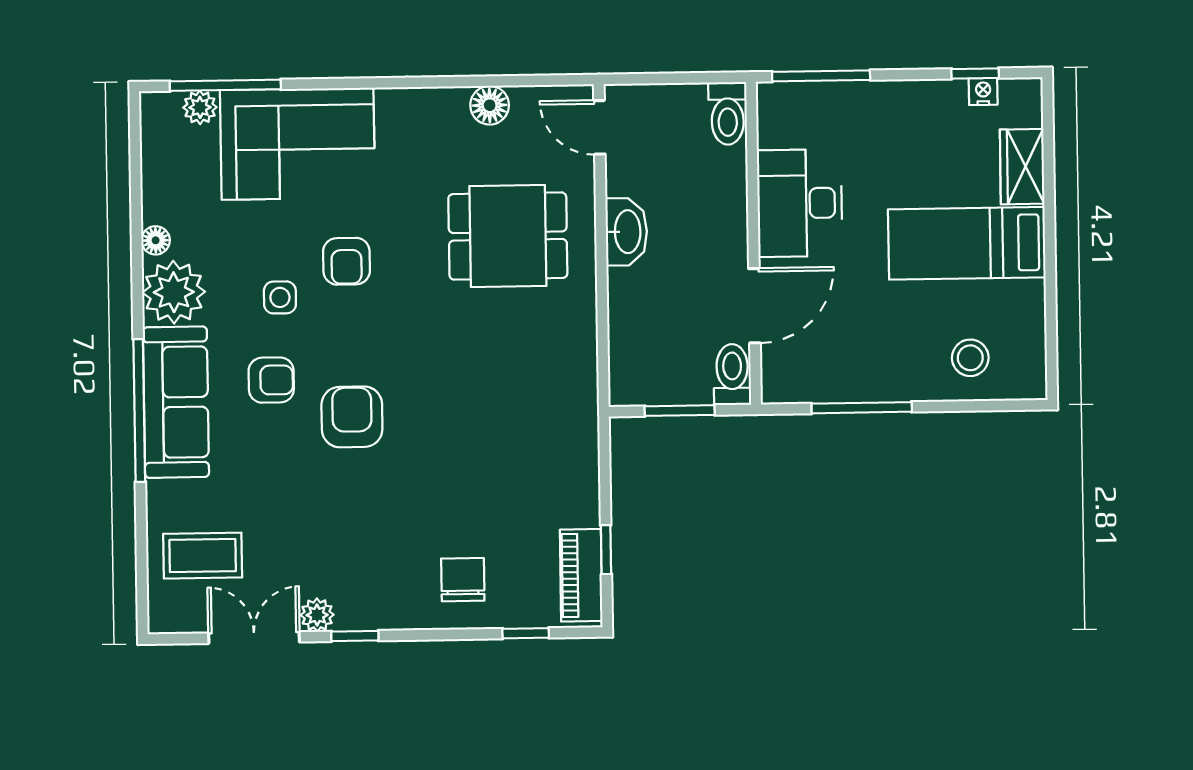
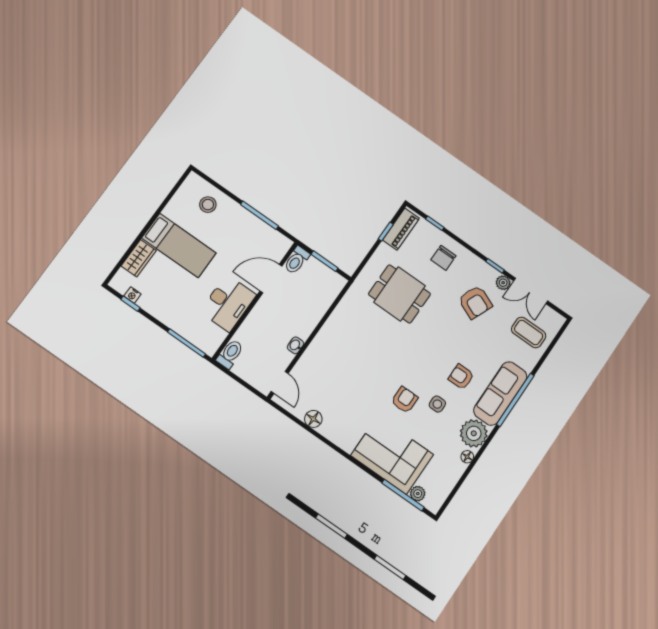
washbasin: (626, 232) -> (295, 345), width x0.52, depth x0.69
dining table: (508, 236) -> (399, 294), moved
armchair: (352, 417) -> (475, 302), moved, turned -67

